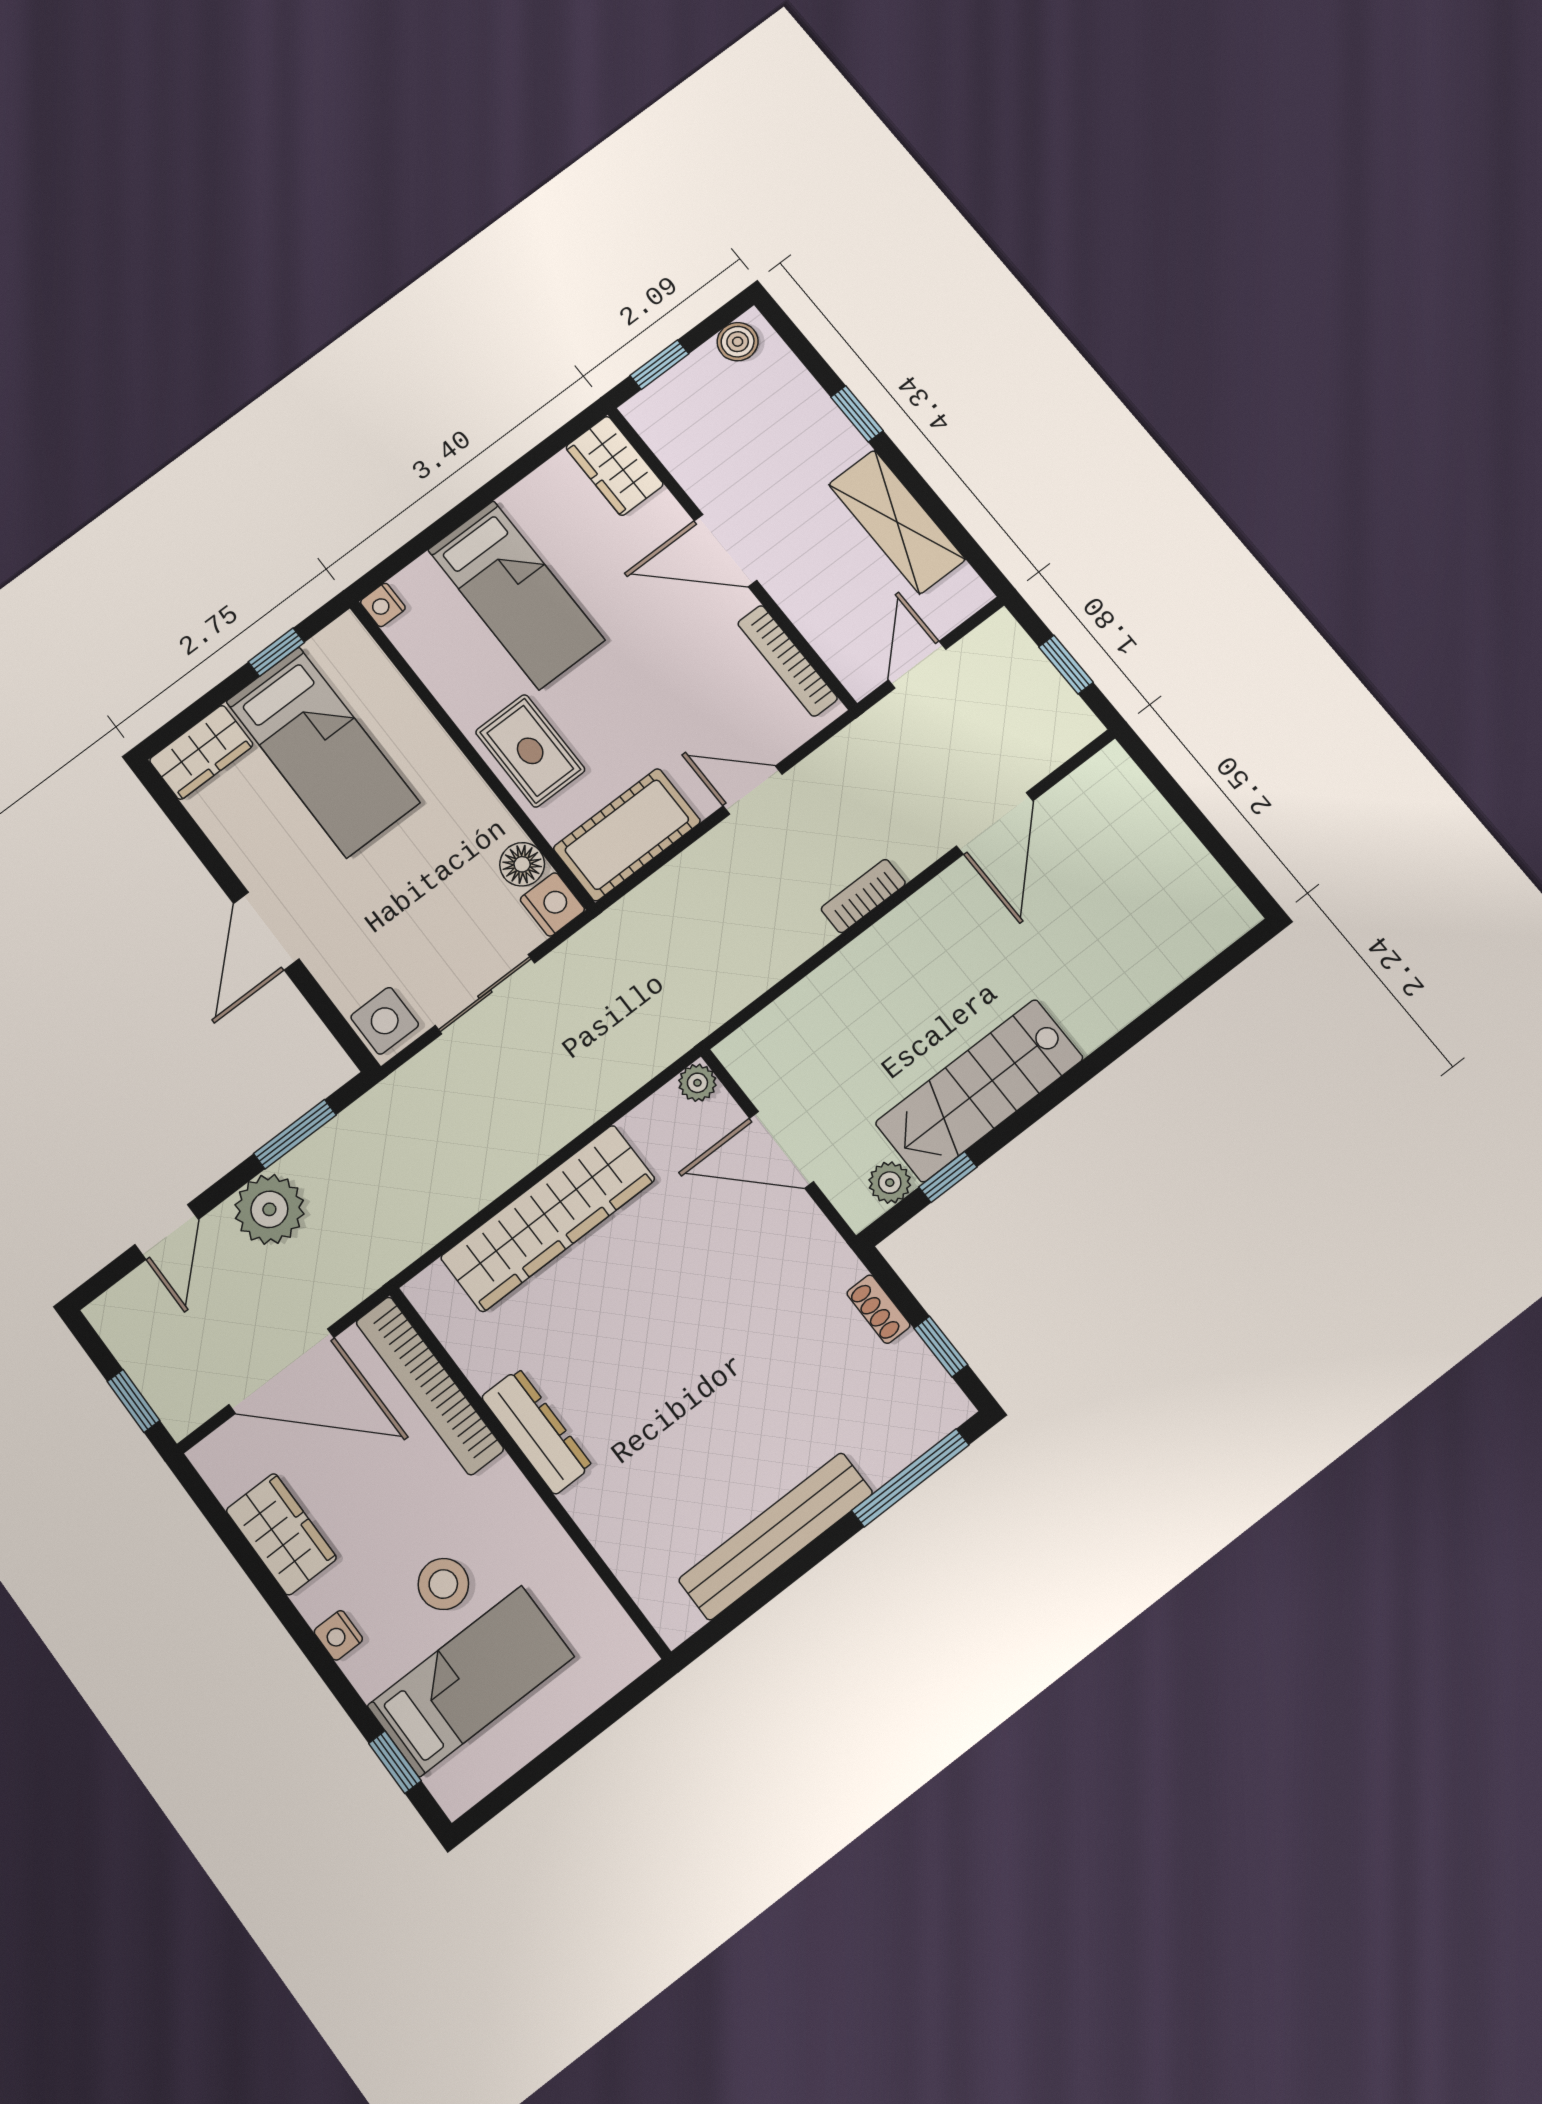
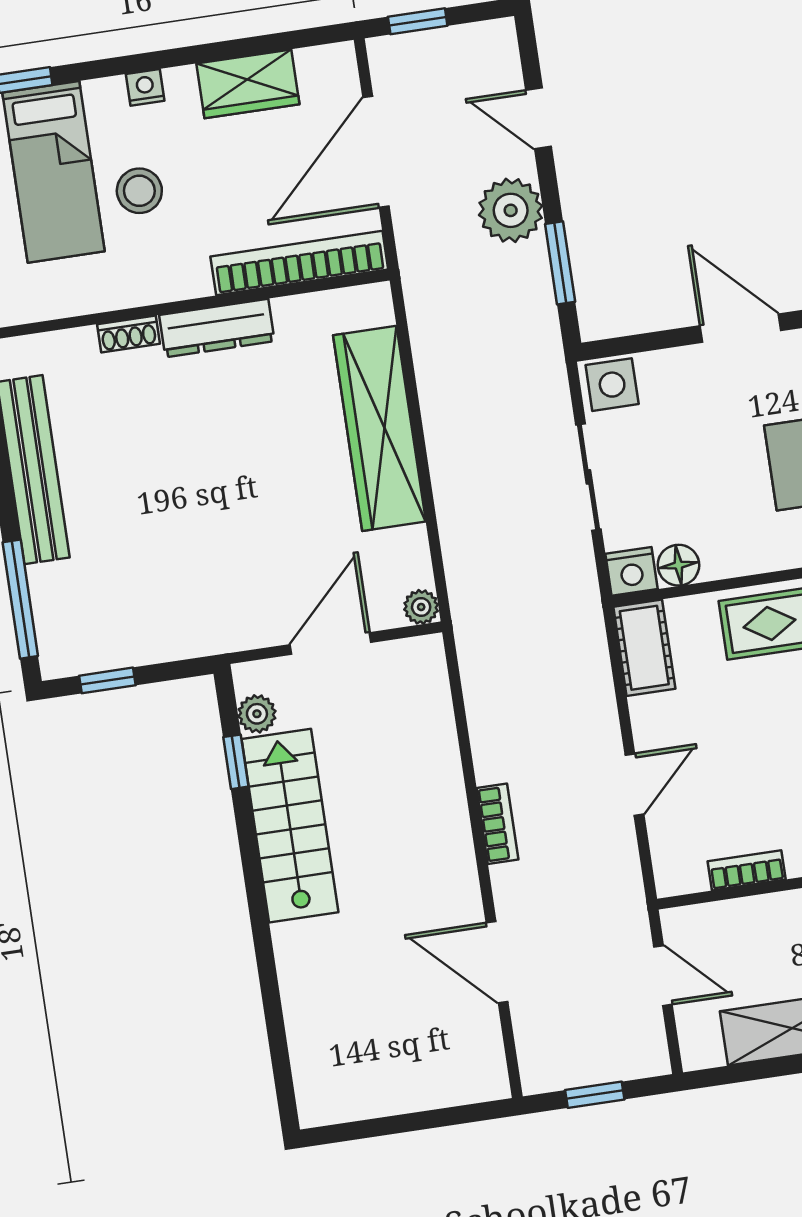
bookcase: (787, 661) -> (747, 870), width x0.64
cot: (627, 835) -> (644, 648), width x0.73, depth x0.75
shoe rack: (878, 1309) -> (128, 334), moved, turned 180

